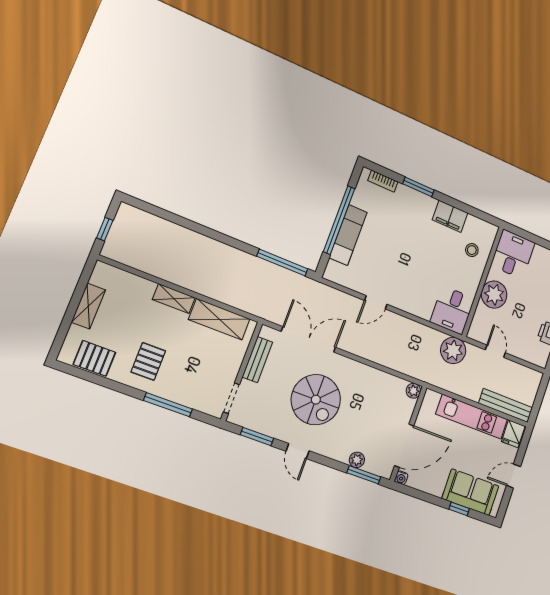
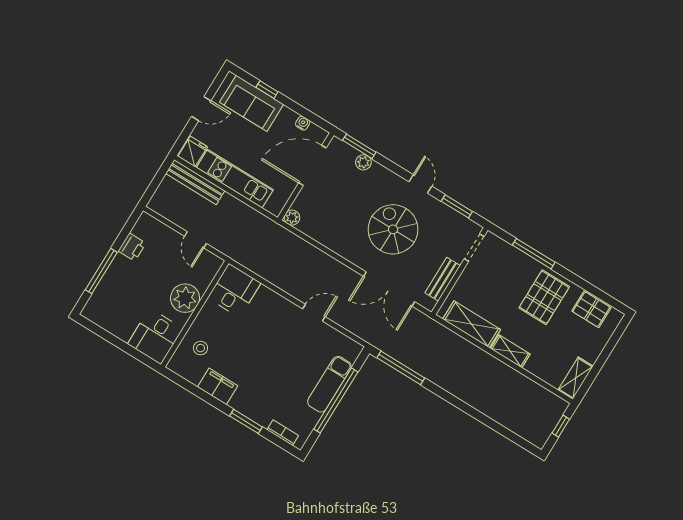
shelving: (88, 306) -> (576, 378), moved
plant: (453, 350) -> (242, 250), removed
pallet: (148, 361) -> (544, 297), width x1.50, depth x1.42
water cooler: (401, 478) -> (303, 123), moved

